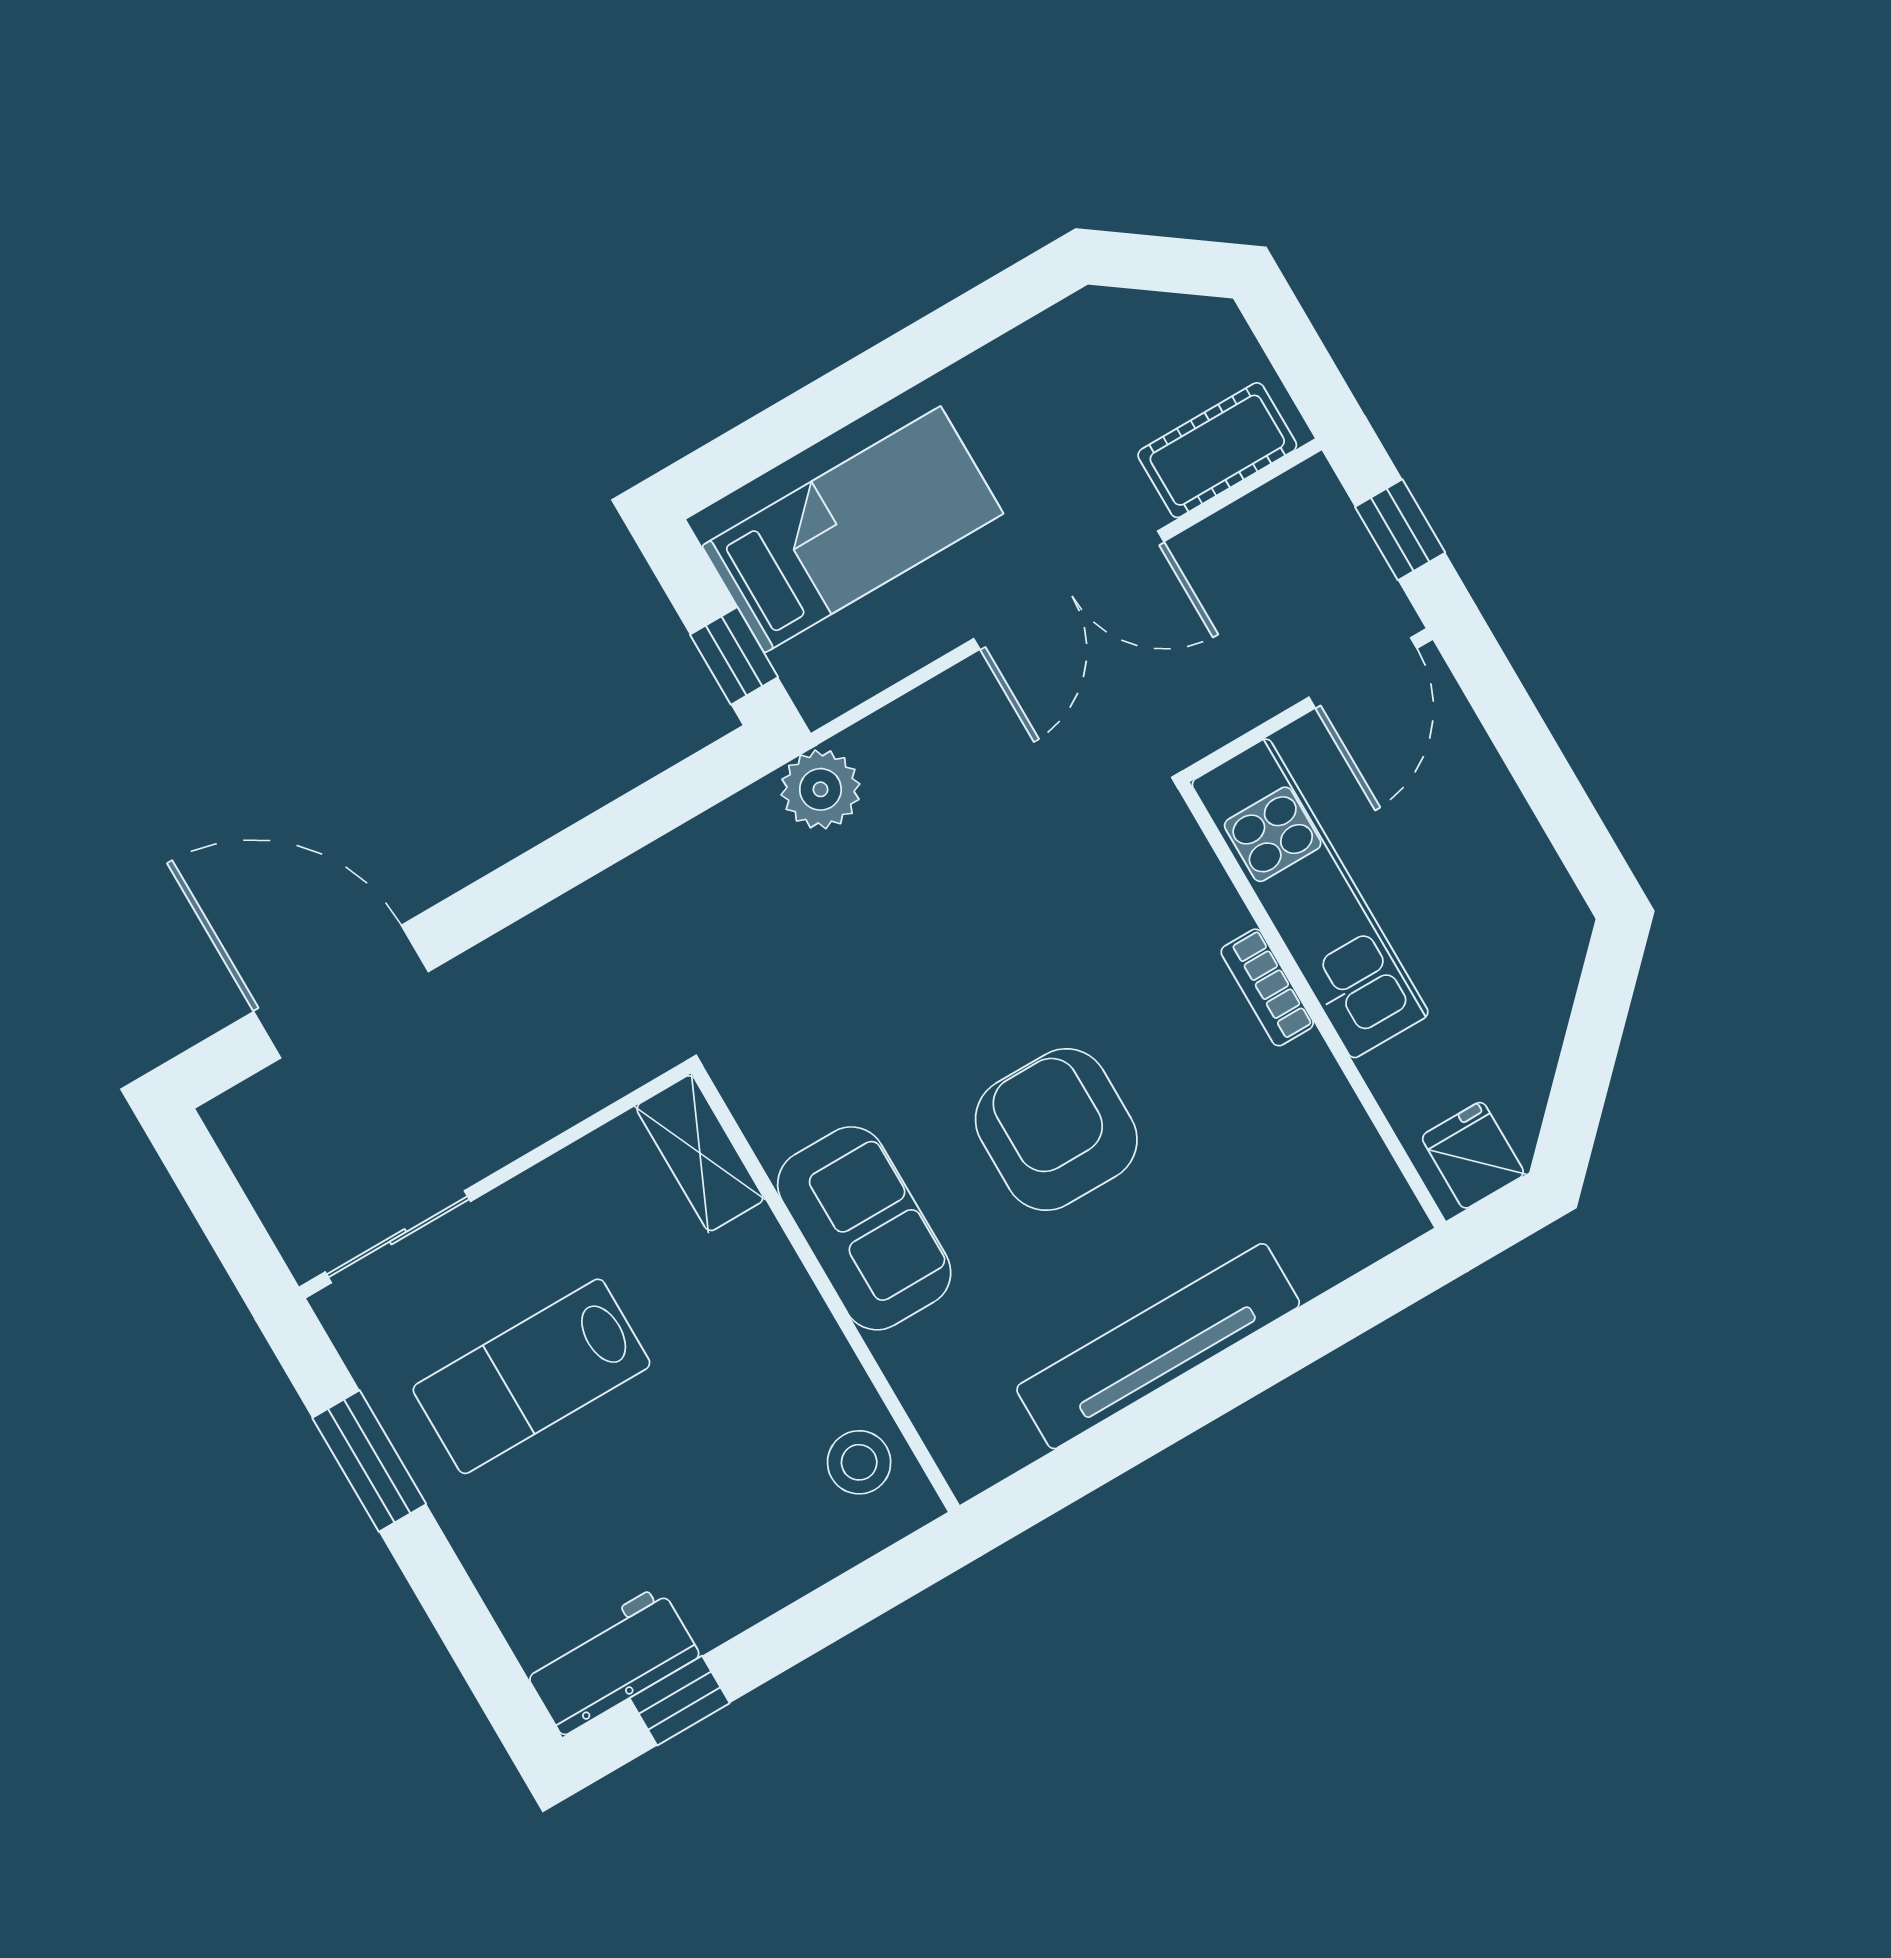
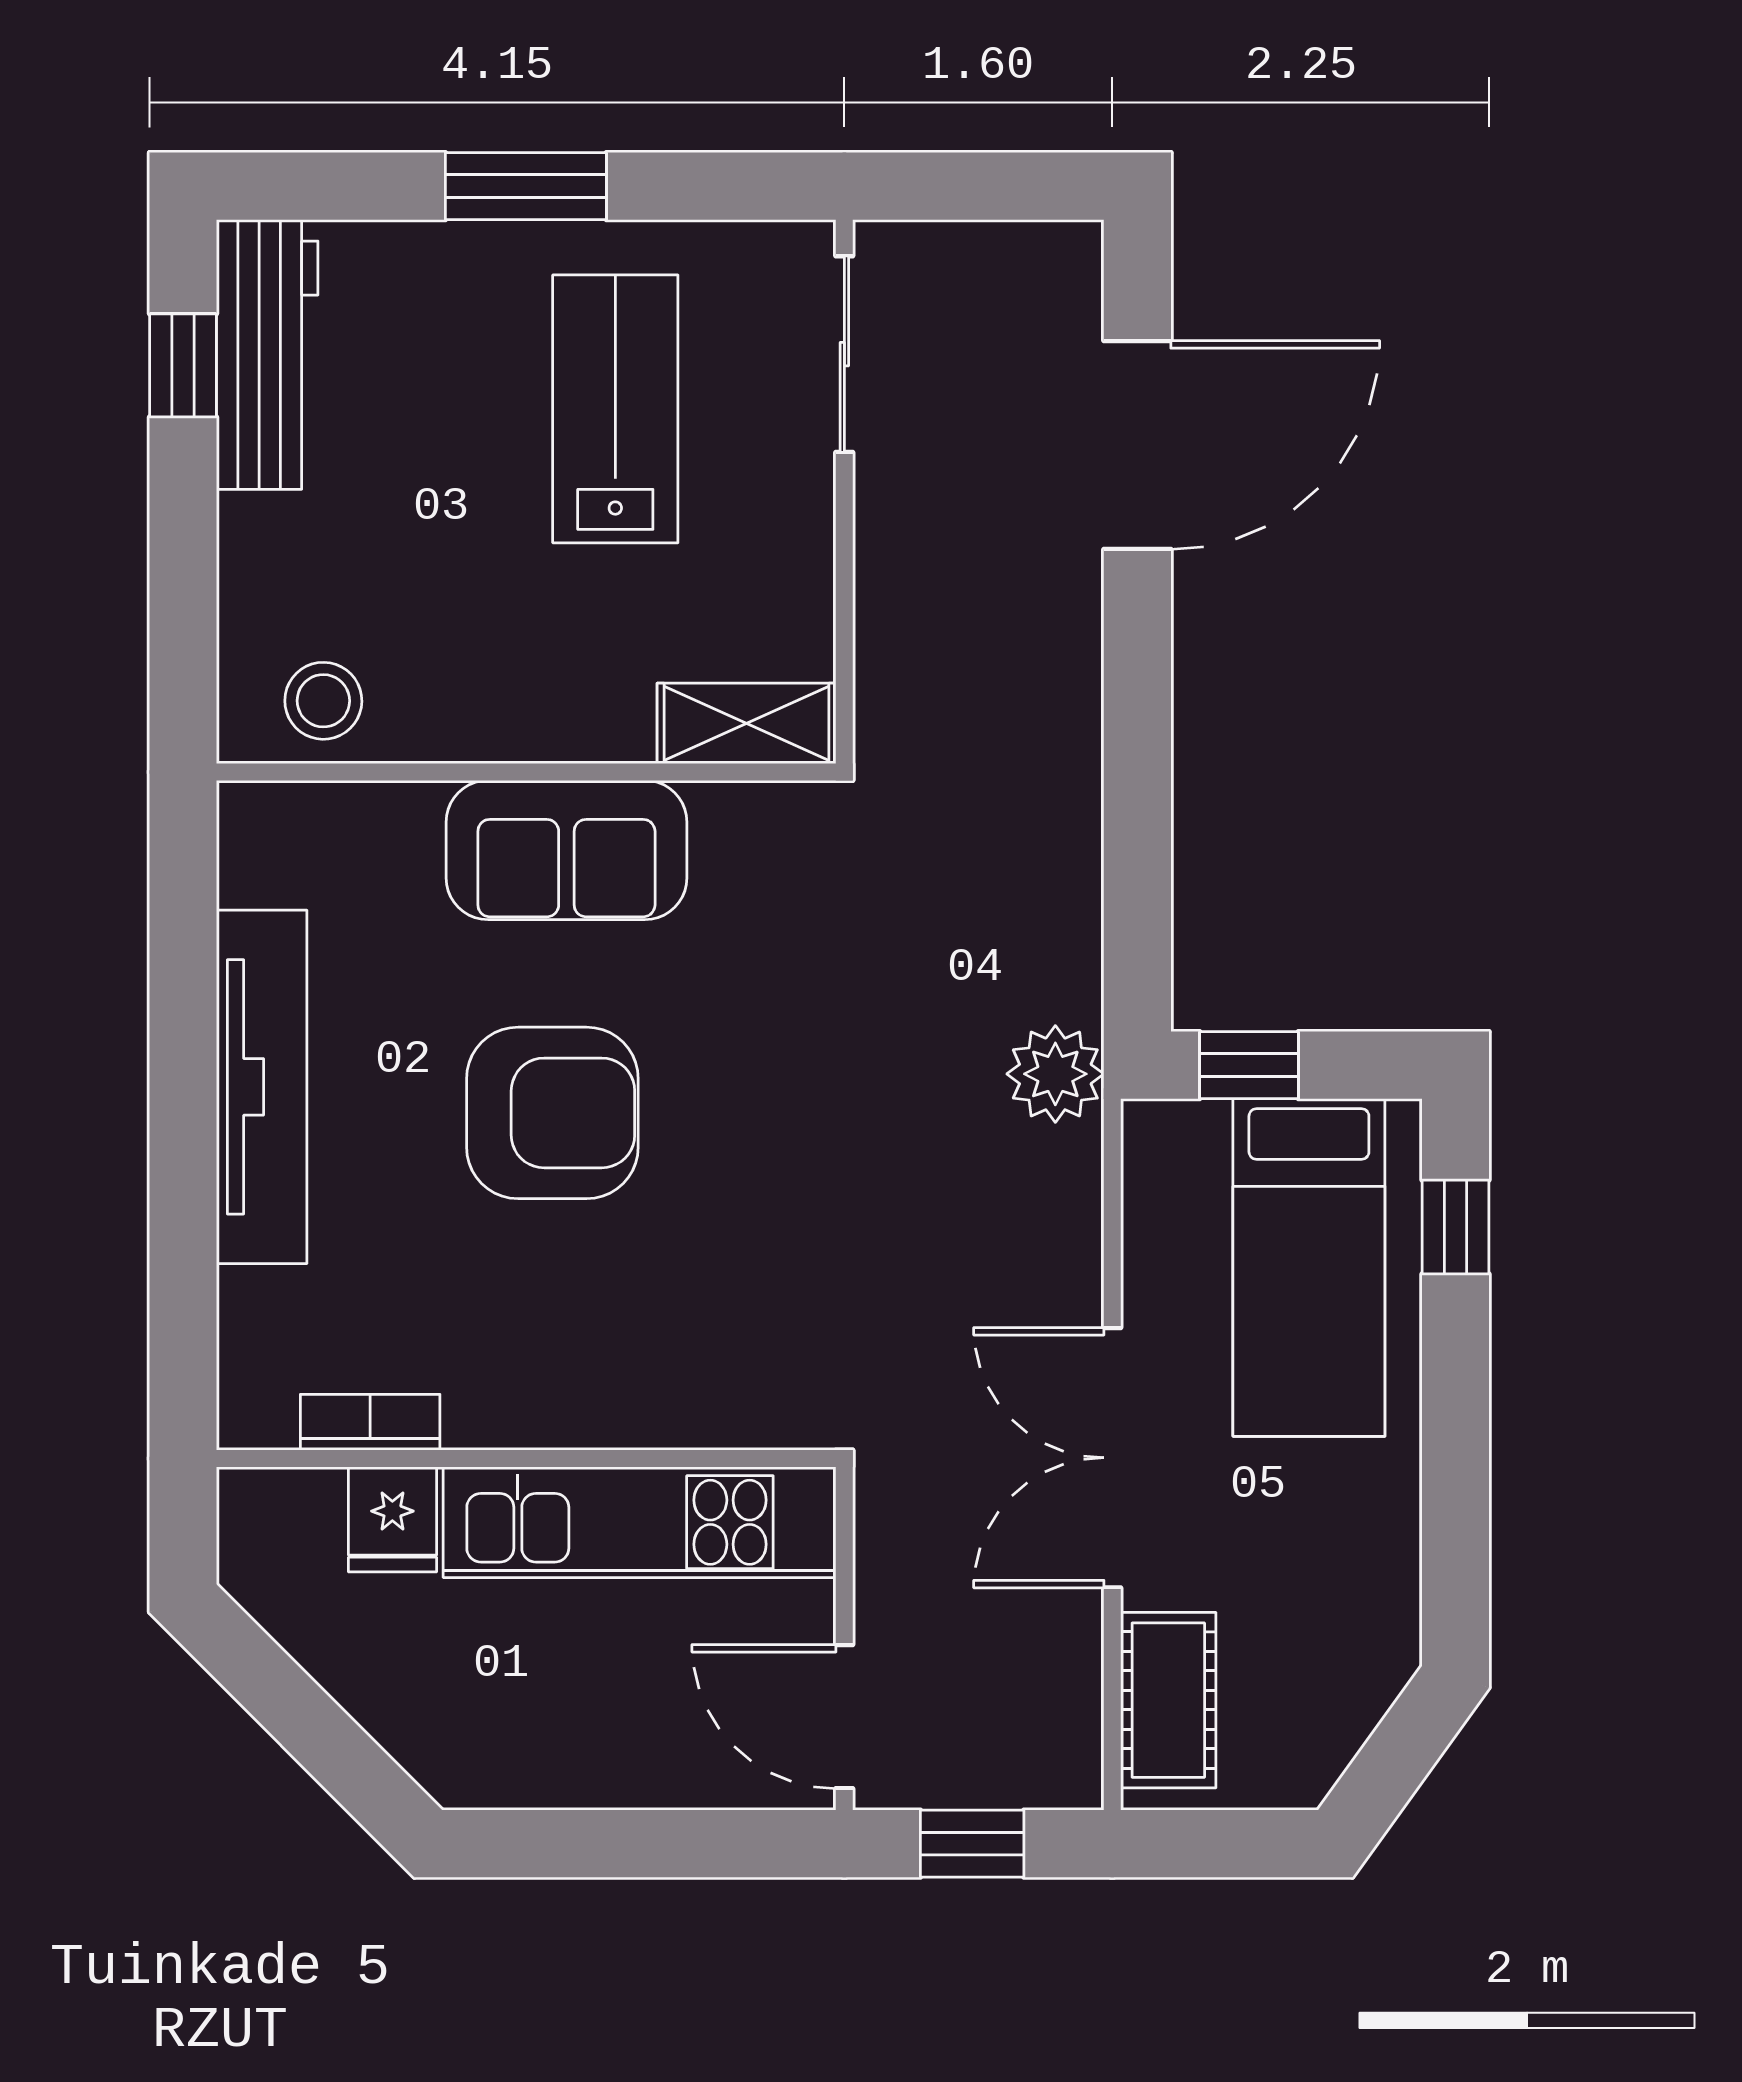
window: (763, 443) -> (1455, 1227), added
bookcase: (1267, 987) -> (370, 1422), moved
fridge: (1473, 1155) -> (392, 1519), moved, turned 90
window: (369, 1461) -> (526, 186), moved
workbench: (611, 1661) -> (267, 354), width x1.38

